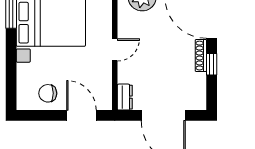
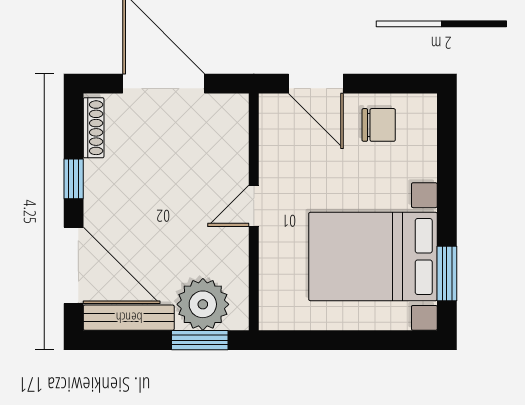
shoe rack: (201, 56) -> (94, 128), moved
dresser: (125, 97) -> (235, 118), removed

